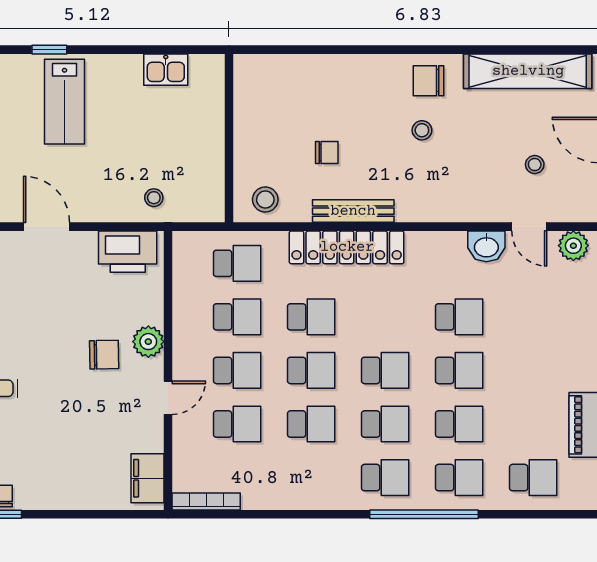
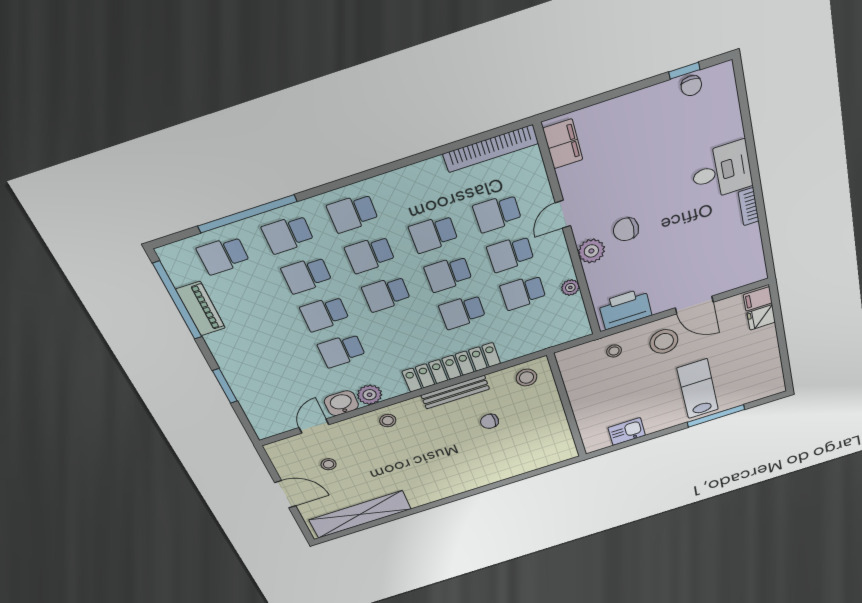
window: (49, 50) -> (716, 416), width x2.17
chair: (429, 81) -> (430, 486), removed
stool: (422, 130) -> (388, 421), moved
stool: (92, 189) -> (664, 341), added
door: (529, 227) -> (314, 426), hinge flipped
plant: (573, 246) -> (370, 395), moved
school desk: (237, 263) -> (535, 329), removed
plant: (183, 303) -> (570, 288), added
bookcase: (206, 501) -> (491, 149), width x1.48, depth x1.31
window: (424, 514) -> (247, 214), moved

